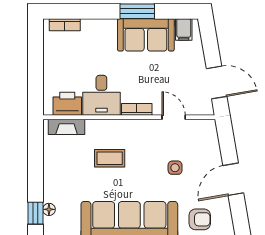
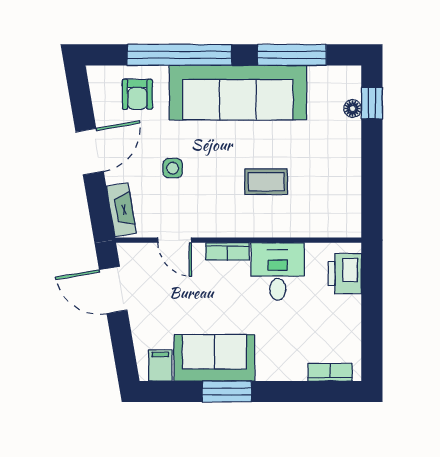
printer: (67, 104) -> (345, 274), moved, turned 90
fireplace: (67, 127) -> (121, 210), moved, turned 80
armchair: (200, 219) -> (137, 94), turned -90

